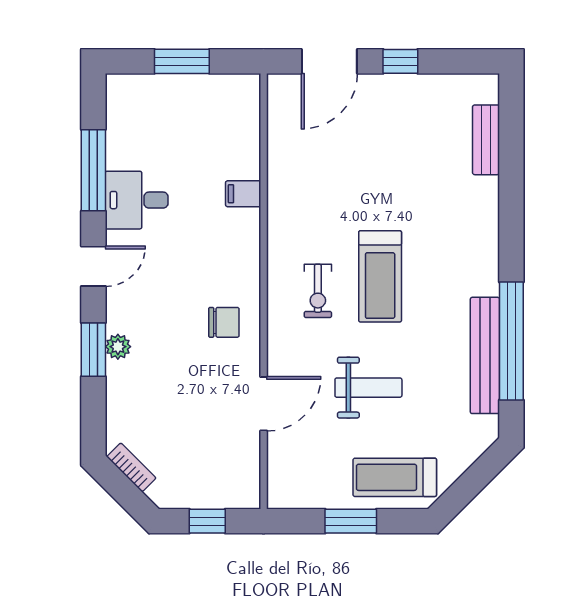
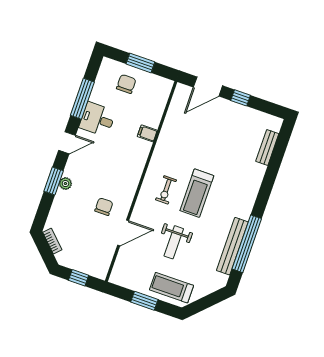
chair: (169, 112) -> (126, 84), added
chair: (224, 322) -> (104, 207), moved, turned -90
weight bench: (368, 388) -> (174, 242), turned 90

